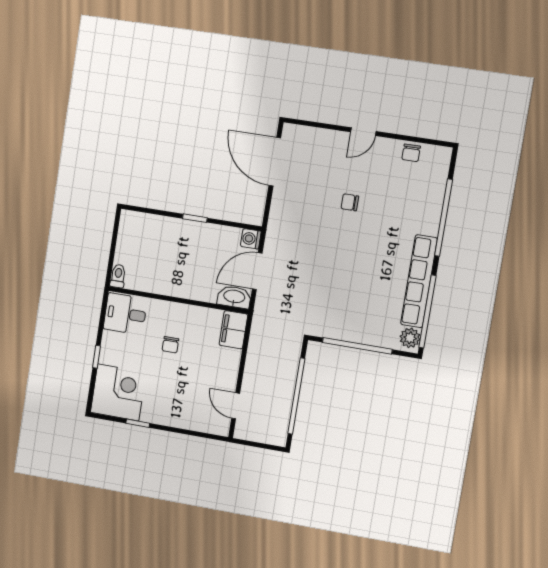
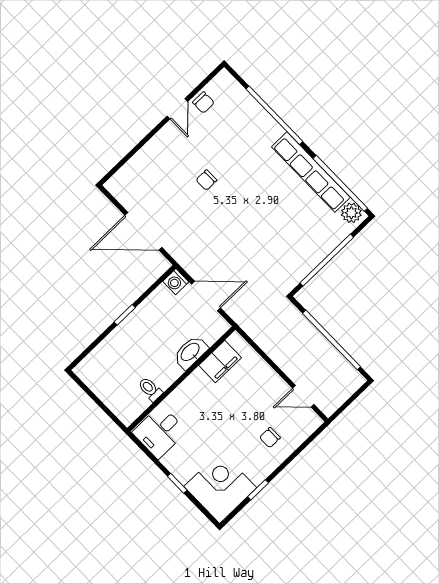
door: (363, 132) -> (177, 109), moved
door: (275, 162) -> (143, 231), moved
door: (257, 271) -> (206, 296), swing flipped
toilet: (118, 276) -> (150, 389), moved
washbasin: (234, 297) -> (191, 352), moved
filing cabinet: (233, 330) -> (220, 361), moved, turned -90
chair: (170, 345) -> (270, 438), moved, turned 90

